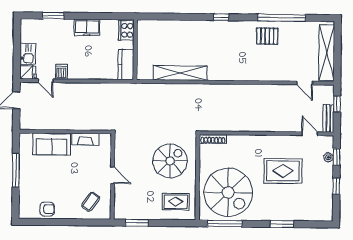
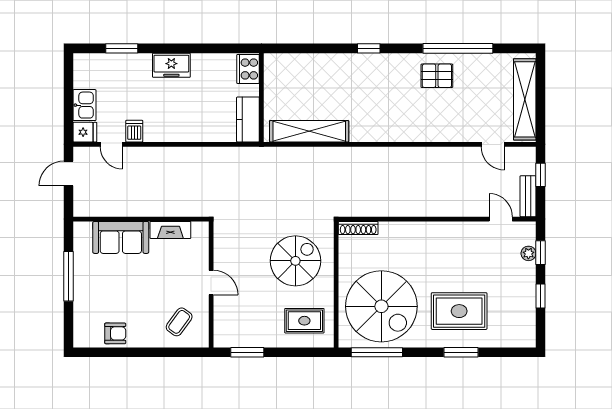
cooker: (126, 30) -> (248, 69), moved
wall: (135, 50) -> (261, 98), moved
kitchen counter: (126, 65) -> (248, 119), moved
rug: (283, 171) -> (459, 311), moved

